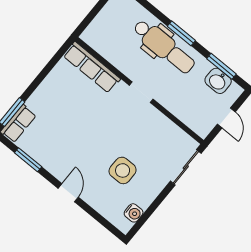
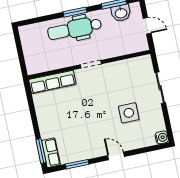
dental chair: (164, 47) -> (75, 29), turned 180
sliding door: (186, 167) -> (160, 88), moved
water cooler: (134, 213) -> (162, 137), moved

